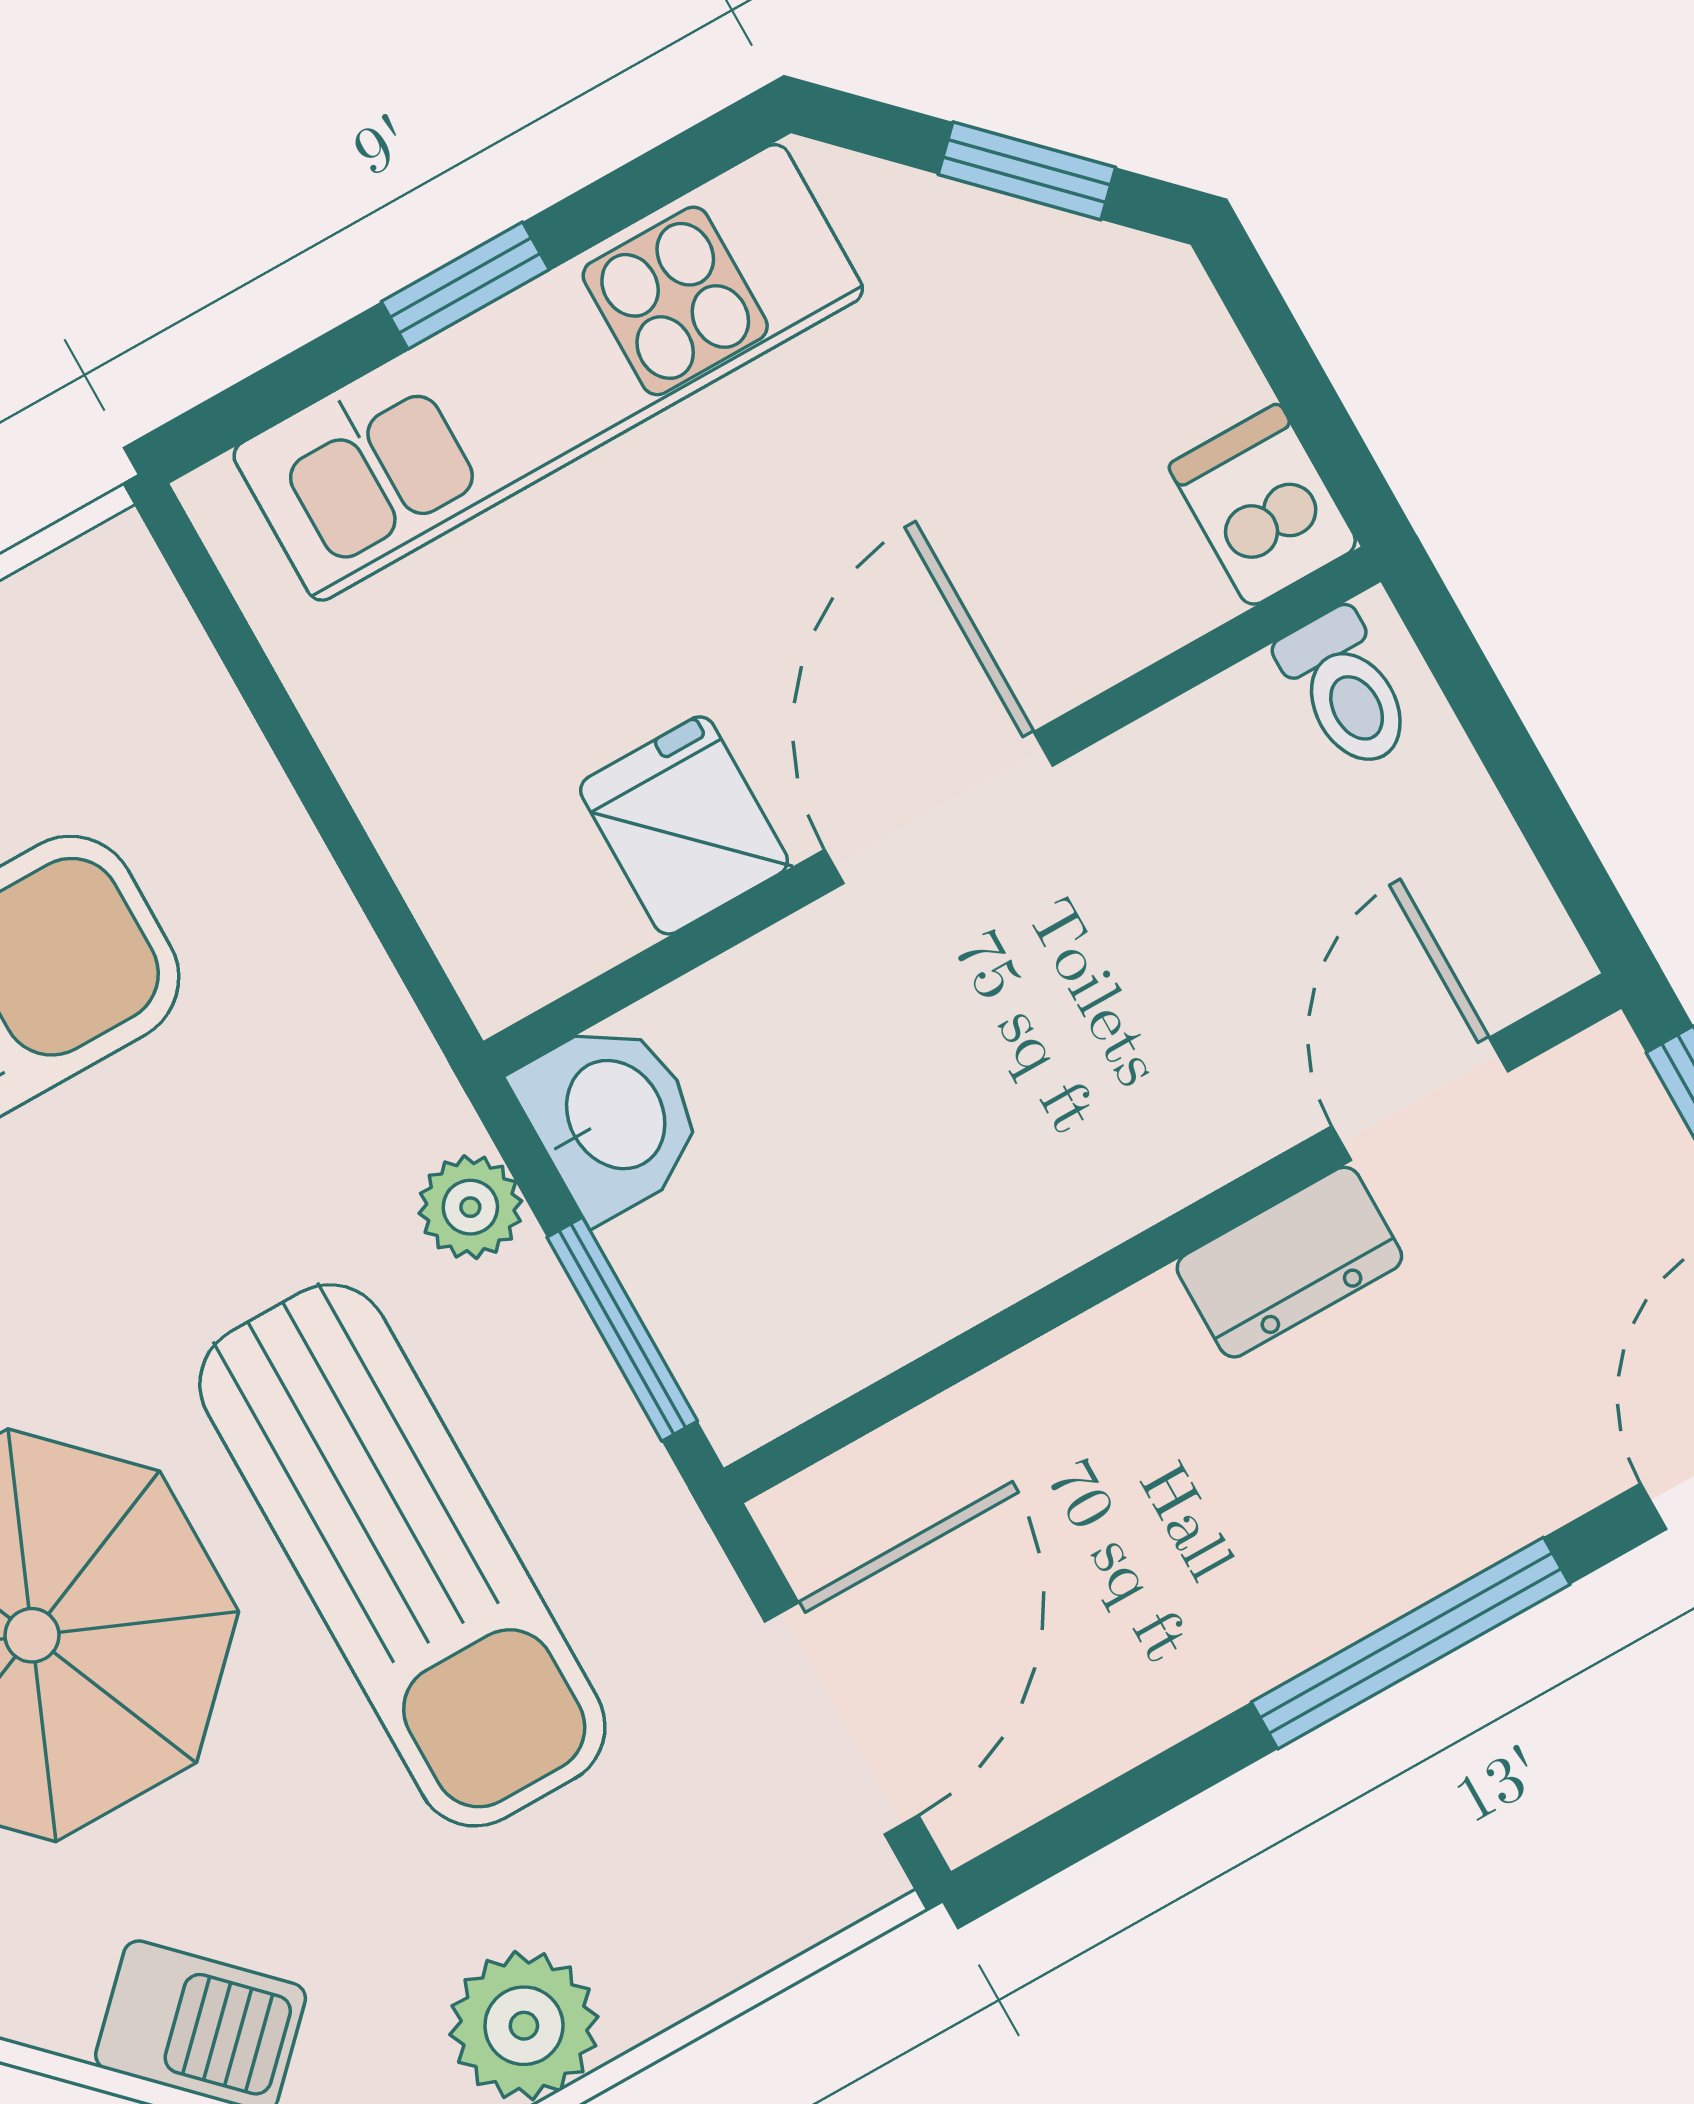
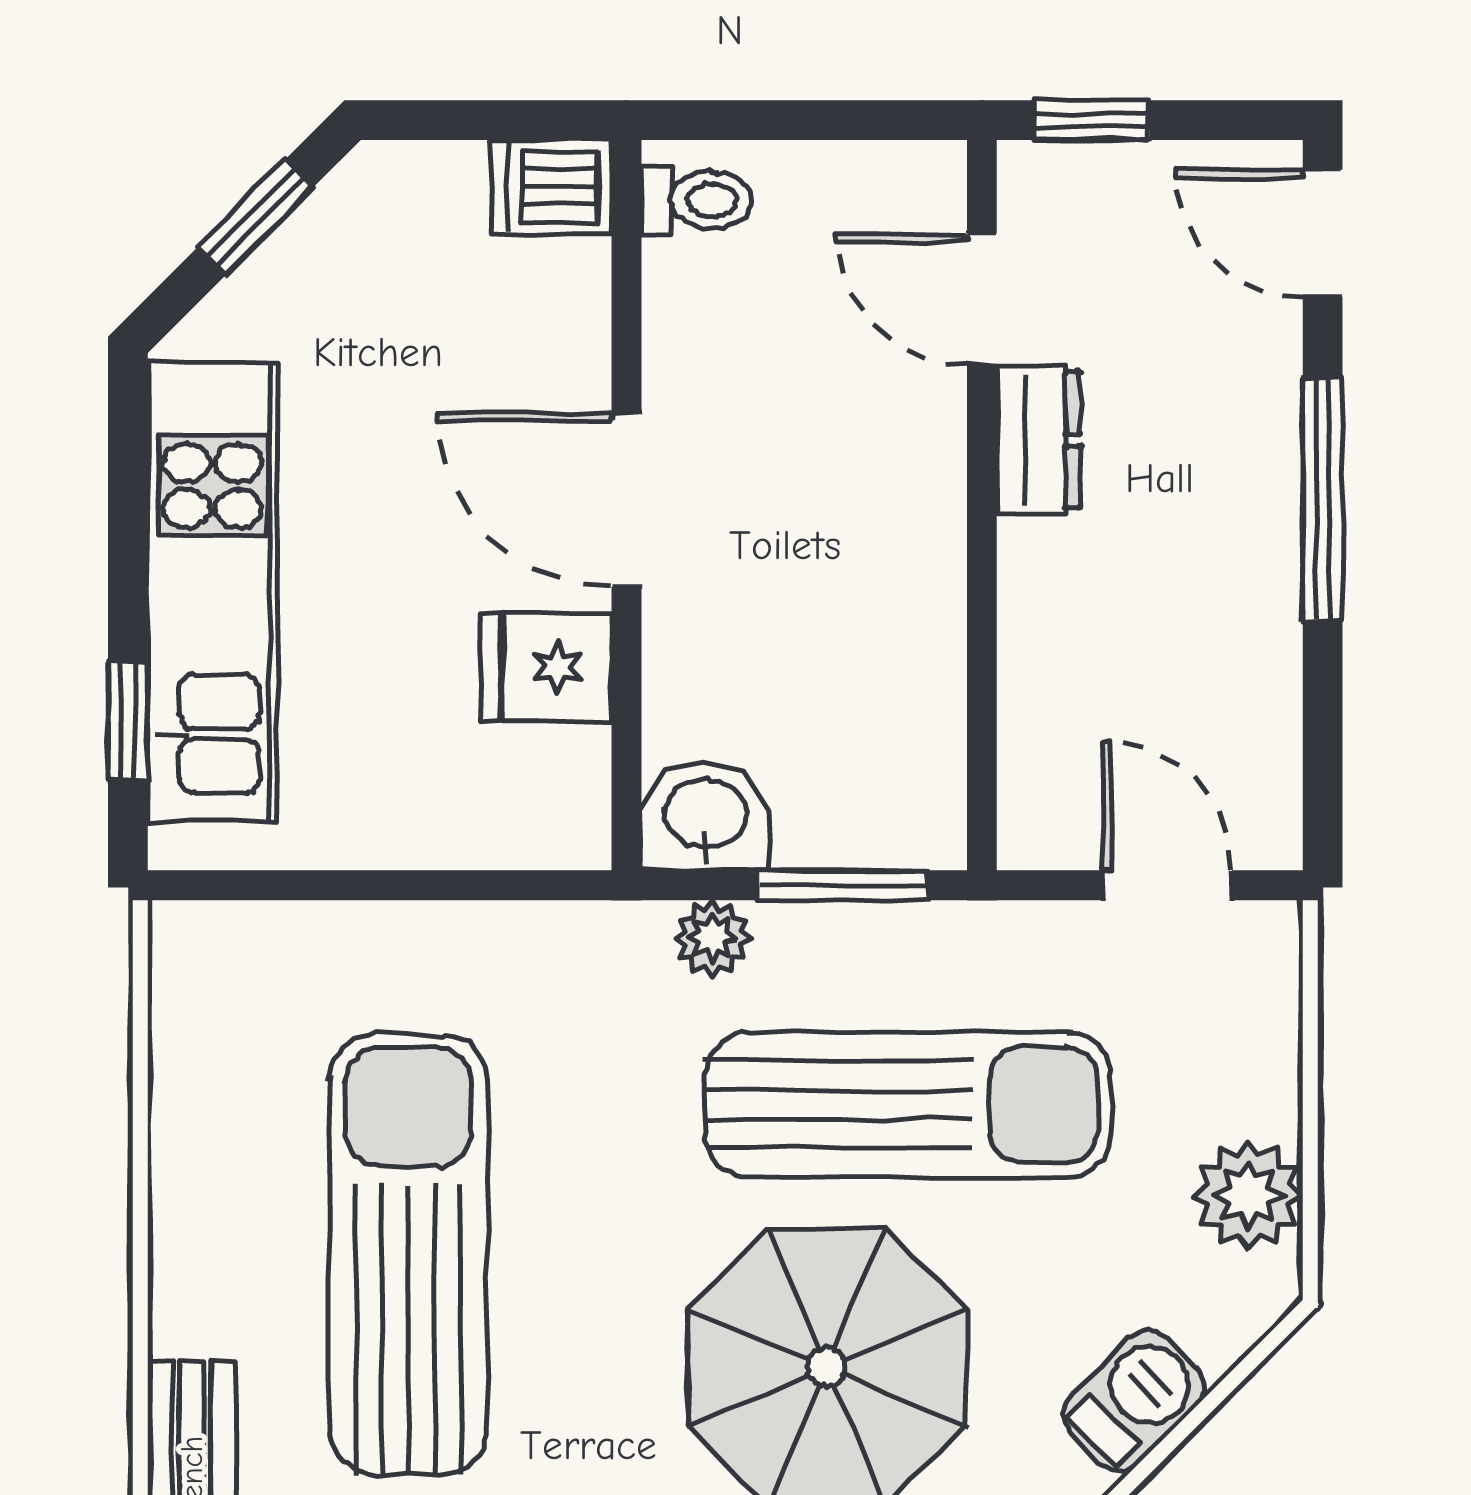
window: (465, 285) -> (128, 721), moved
door: (842, 1718) -> (1167, 885), width x0.73

